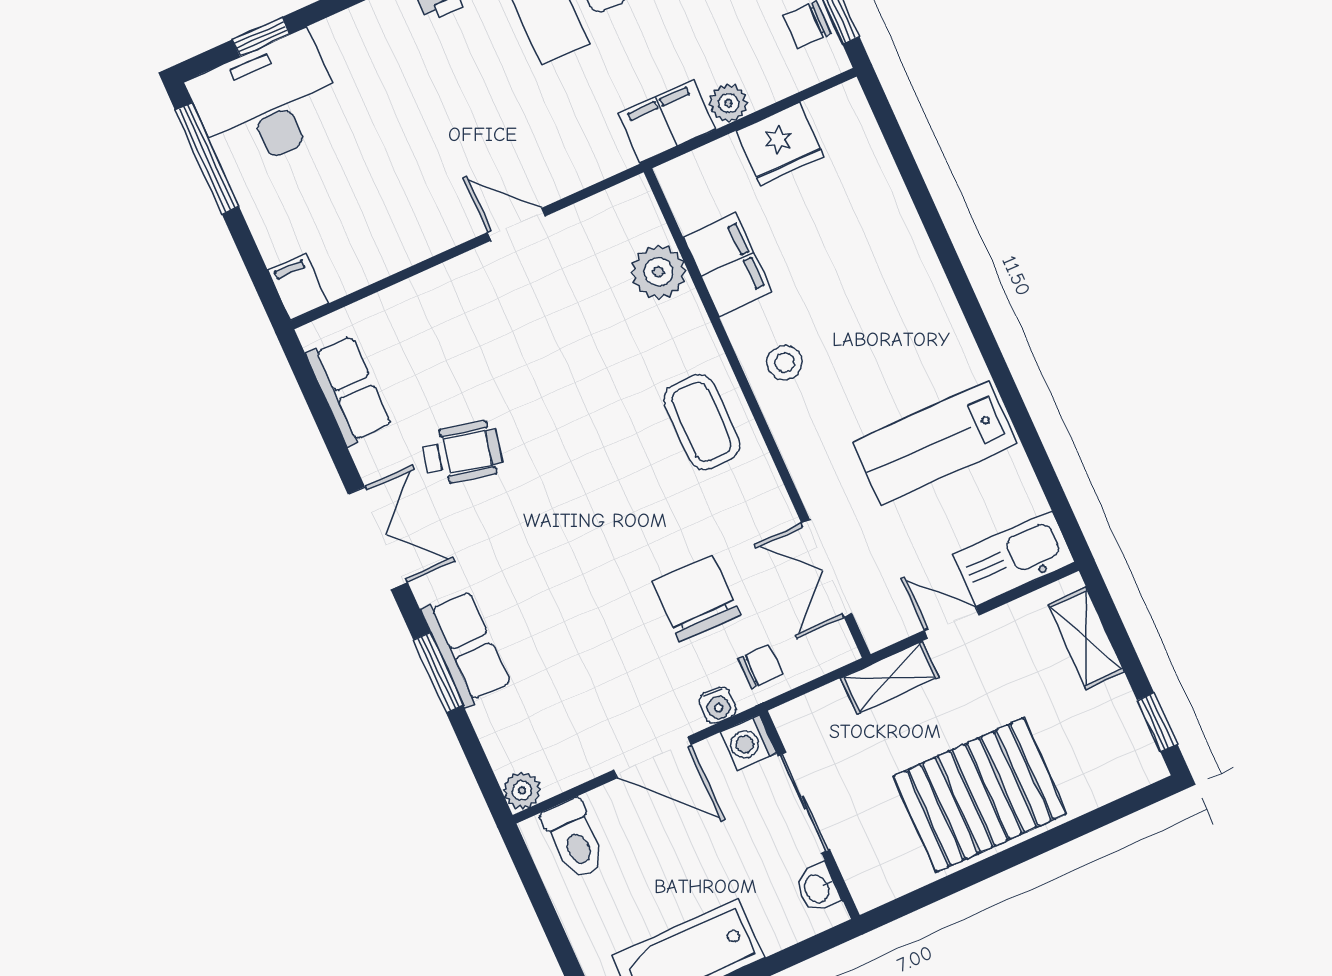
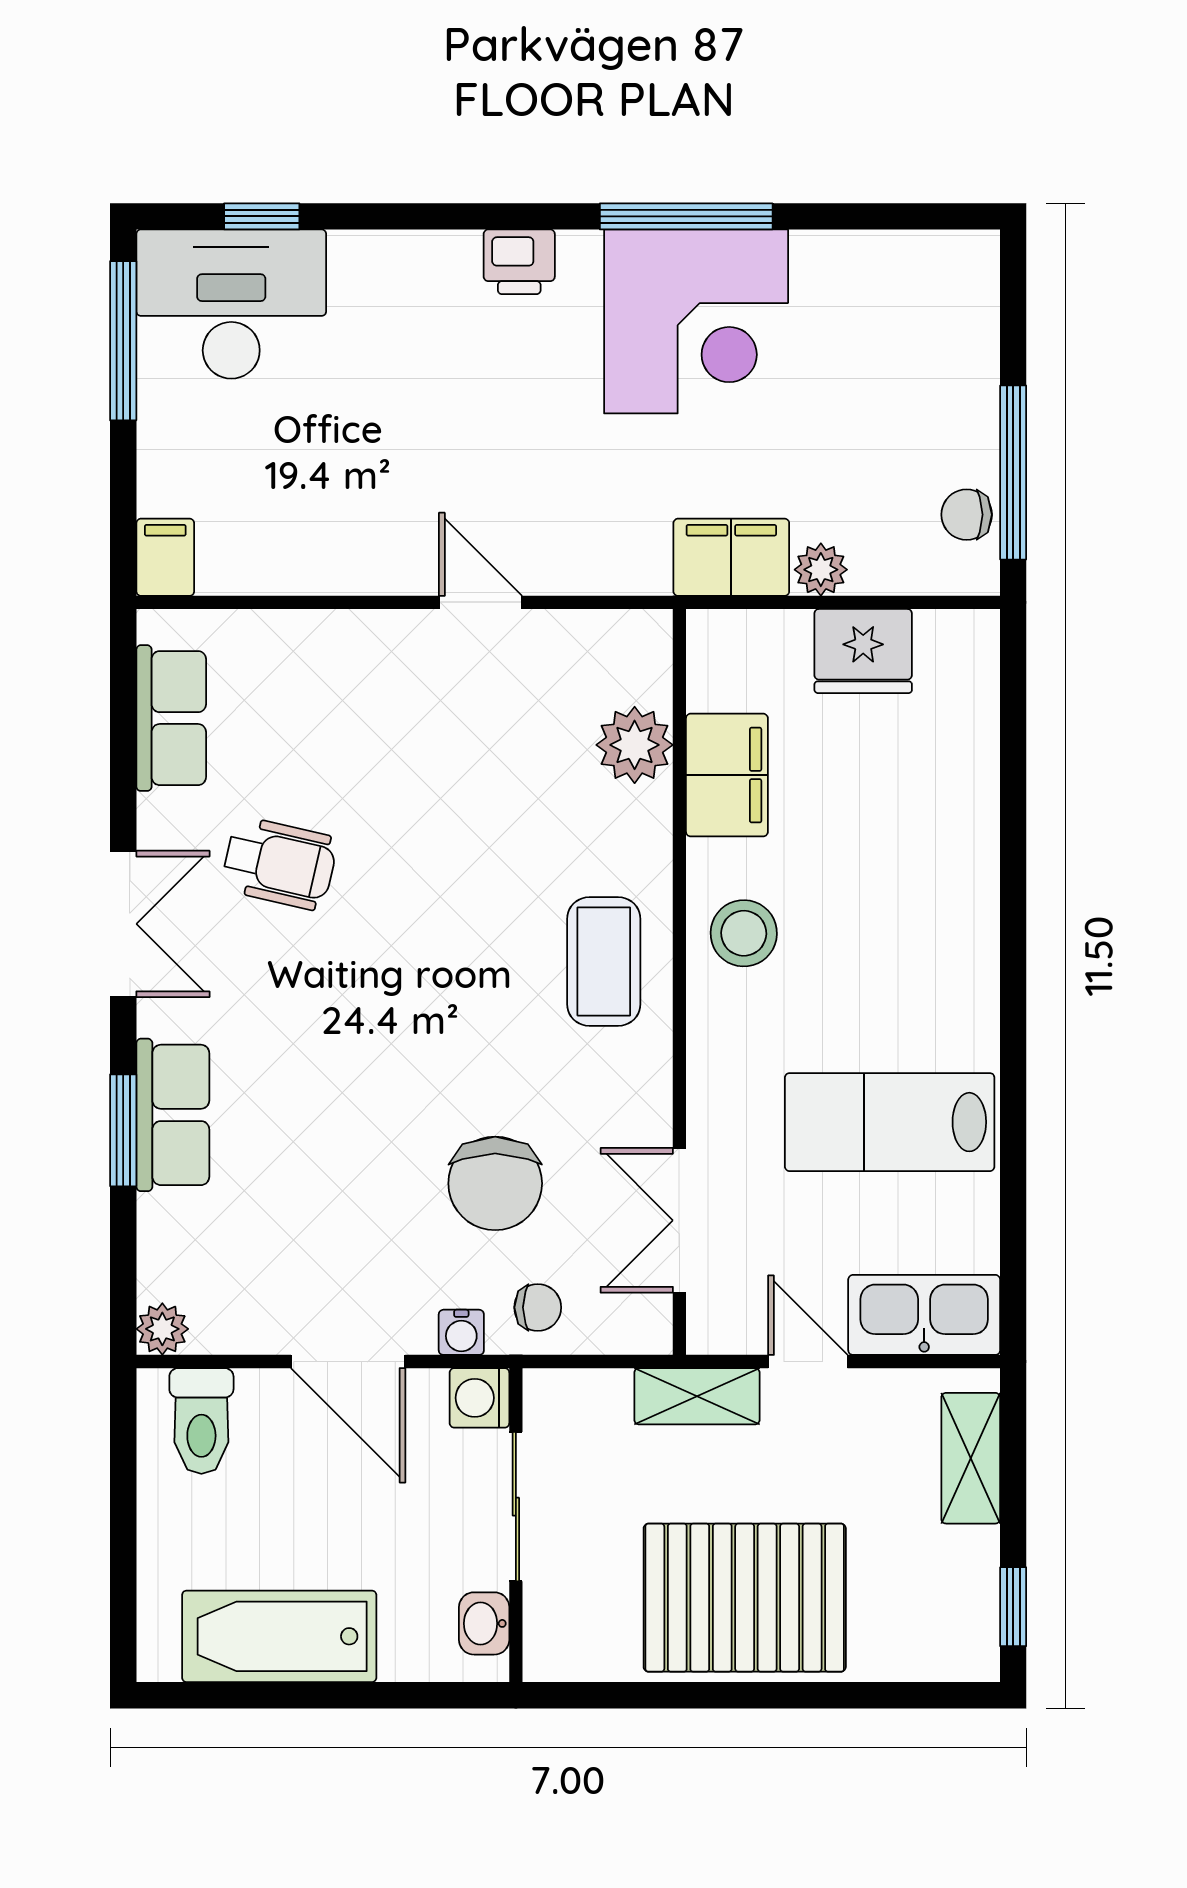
stool: (785, 363) -> (744, 933), width x1.37, depth x1.37
chair: (696, 598) -> (495, 1183), turned 180

